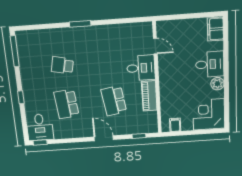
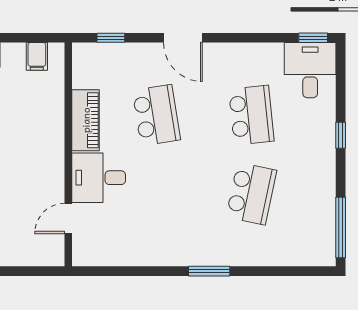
door: (155, 46) -> (68, 218), hinge flipped
school desk: (62, 65) -> (251, 194), width x1.85

